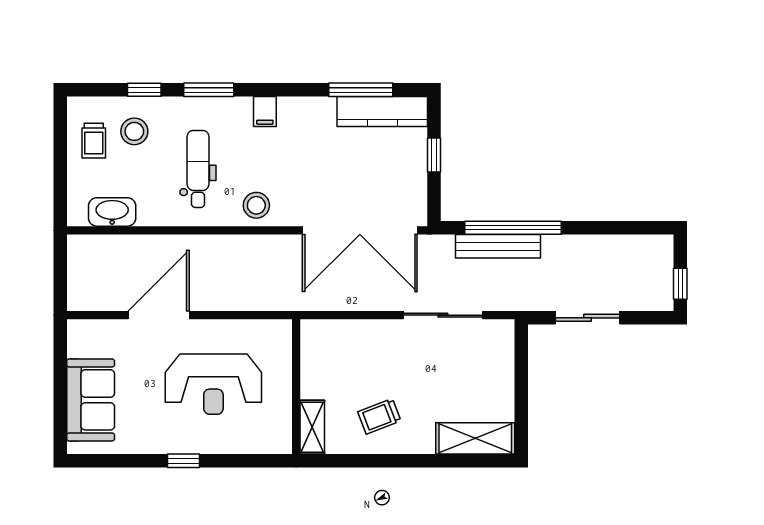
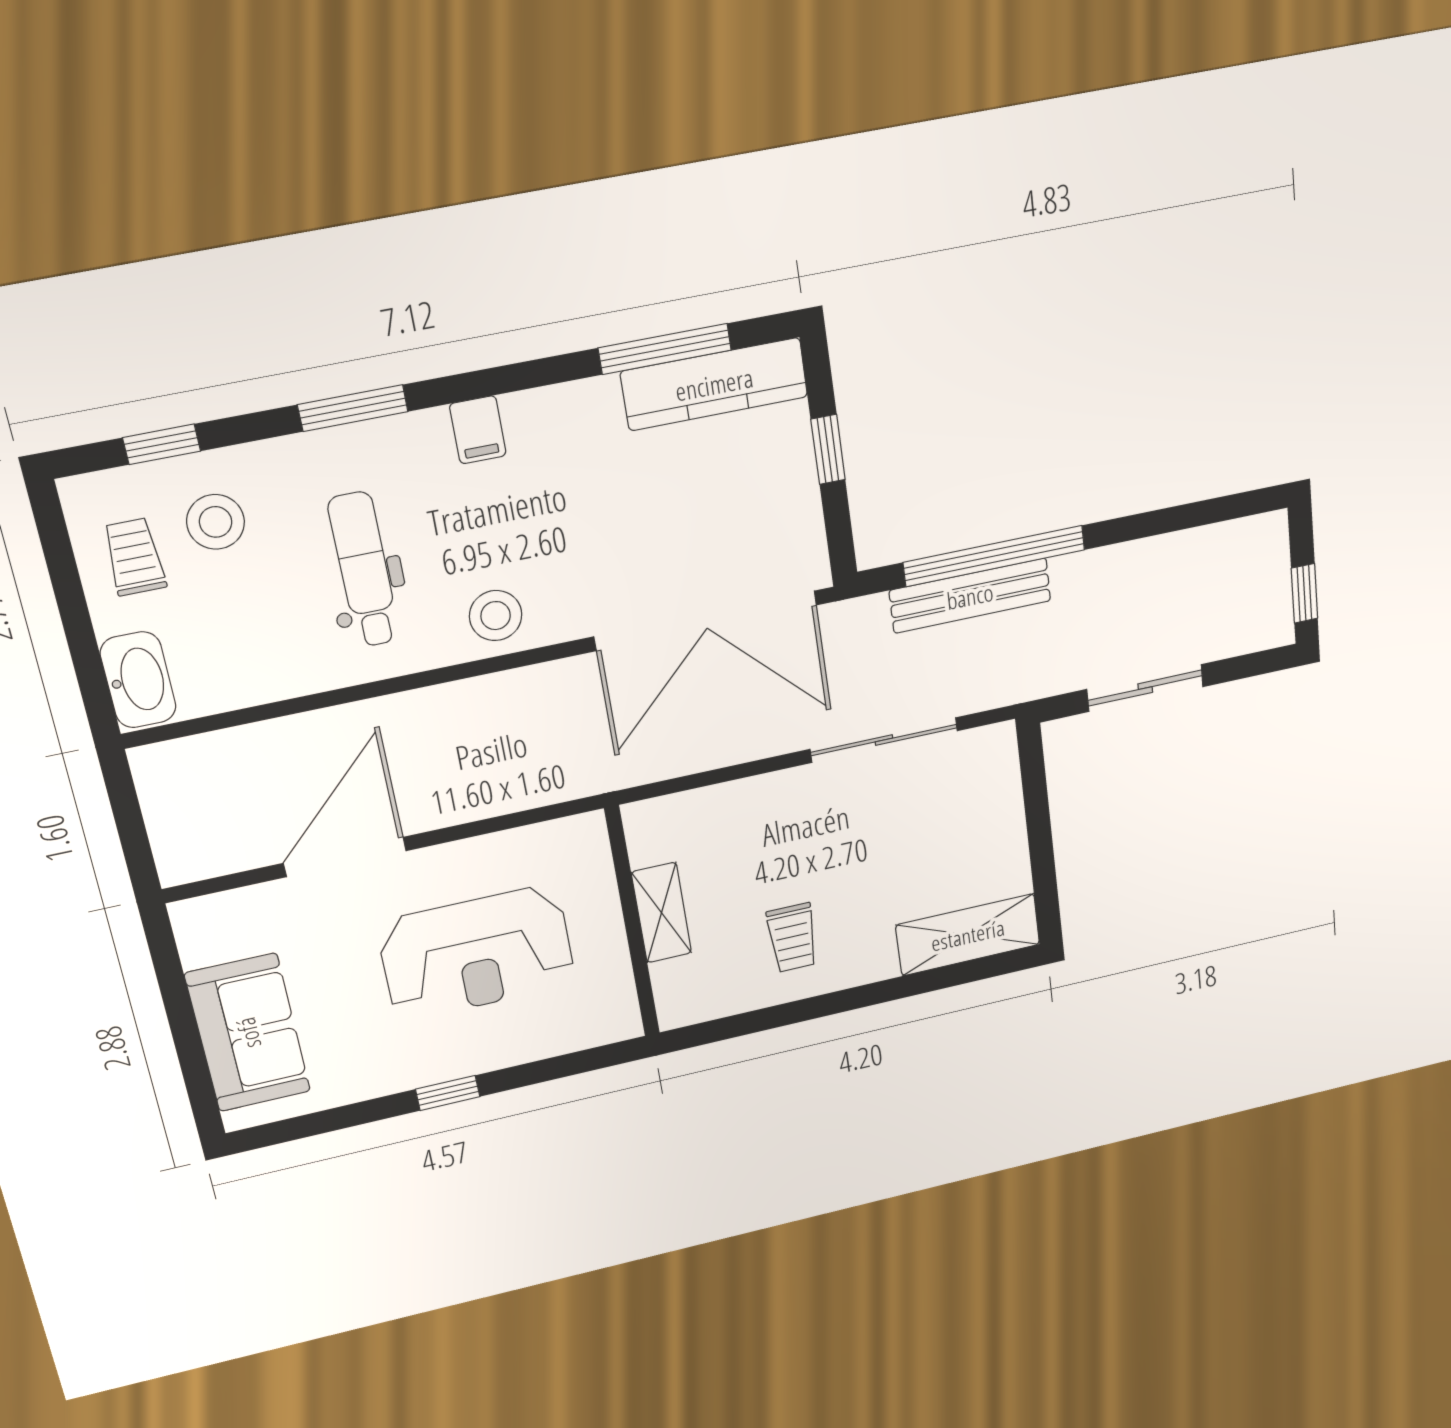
window: (144, 90) -> (162, 444), moved
trolley: (94, 141) -> (134, 557), turned 180
washbasin: (112, 212) -> (138, 680), moved, turned 90
trolley: (379, 416) -> (792, 938), turned -69
shelving: (312, 427) -> (662, 913), moved

